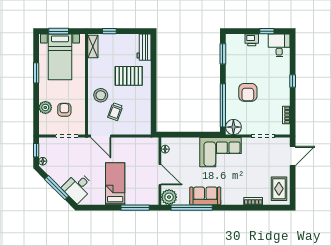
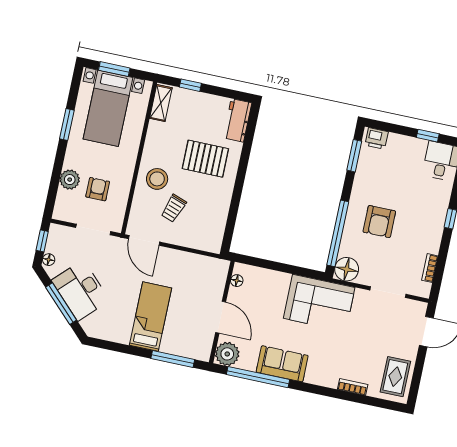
printer: (252, 40) -> (377, 138), moved
desk: (78, 187) -> (81, 290), moved, width x1.37

